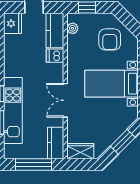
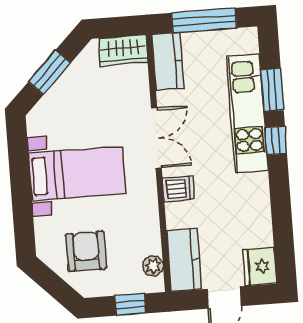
dishwasher: (55, 56) -> (179, 189), moved

